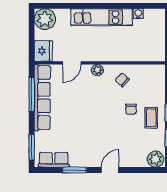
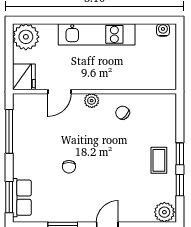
water cooler: (138, 14) -> (163, 30), moved
row of seats: (42, 98) -> (23, 135), removed
chair: (131, 109) -> (69, 167), moved
row of seats: (54, 160) -> (22, 198), moved, turned 90

